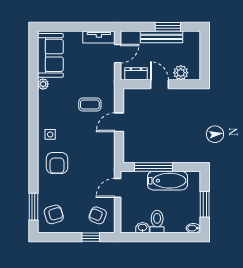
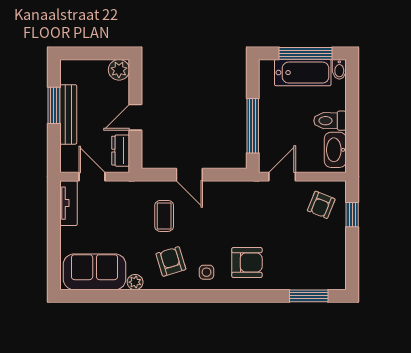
plant: (181, 73) -> (119, 70), moved
bathtub: (167, 181) -> (303, 73), moved, turned 90
door: (118, 188) -> (282, 177), swing flipped
window: (205, 204) -> (305, 53), width x1.44
armchair: (54, 214) -> (171, 261), moved
washbasin: (143, 228) -> (335, 150), width x1.91, depth x1.45

